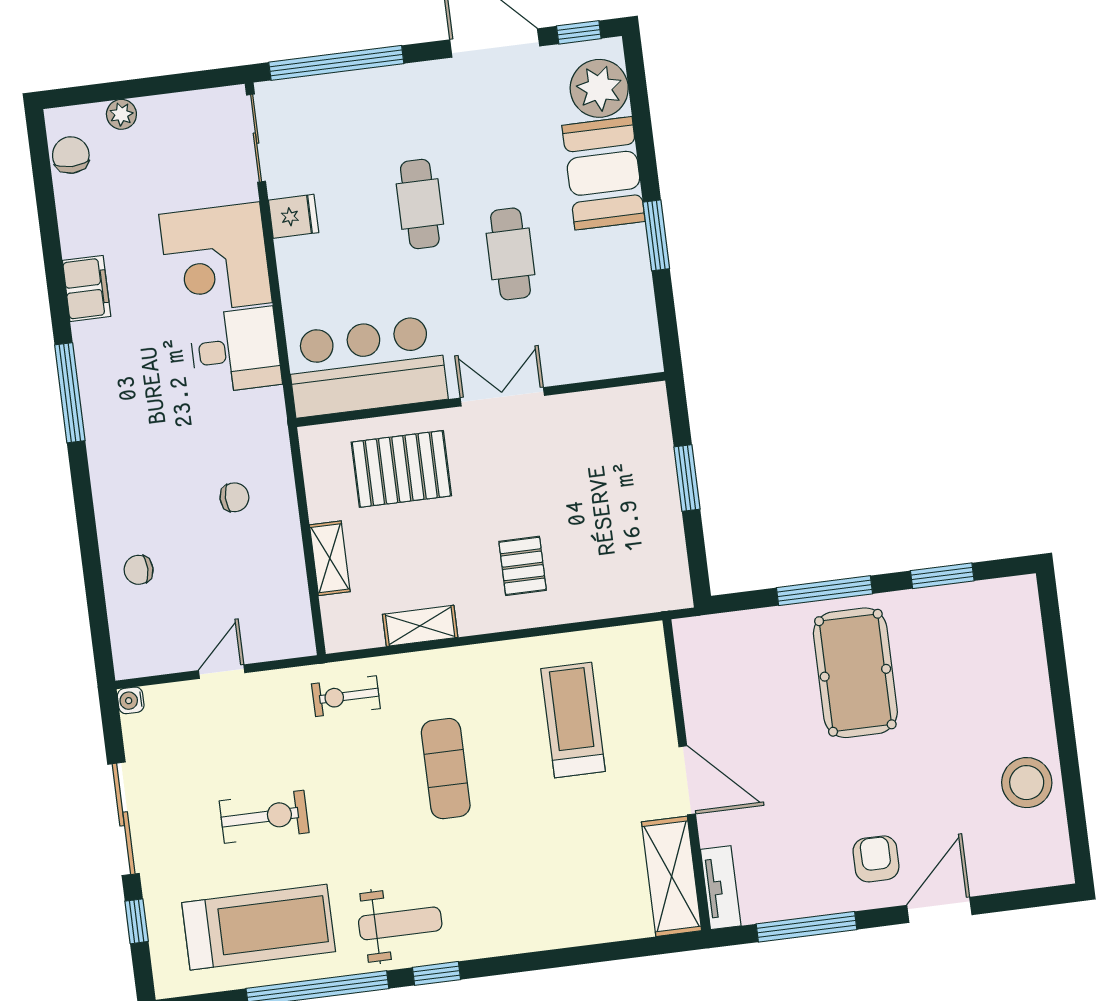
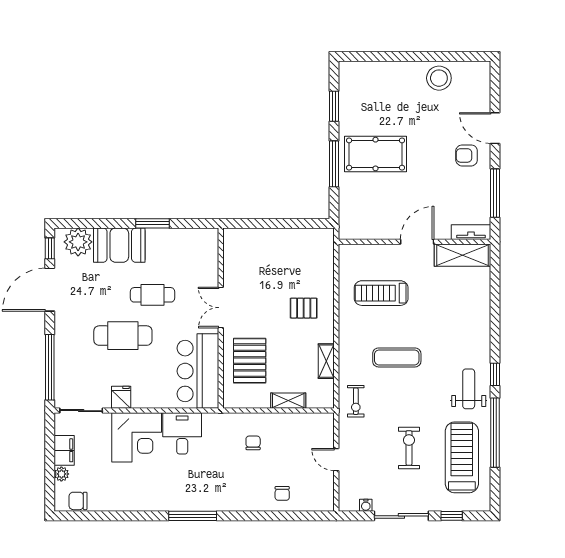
cafe table: (420, 204) -> (123, 336), width x1.37, depth x1.35
filing cabinet: (87, 288) -> (64, 450), moved, turned 90
window: (687, 478) -> (271, 223), removed
water cooler: (131, 700) -> (366, 505), moved

